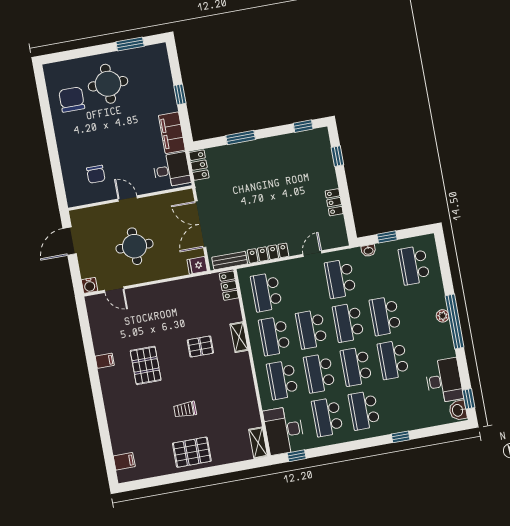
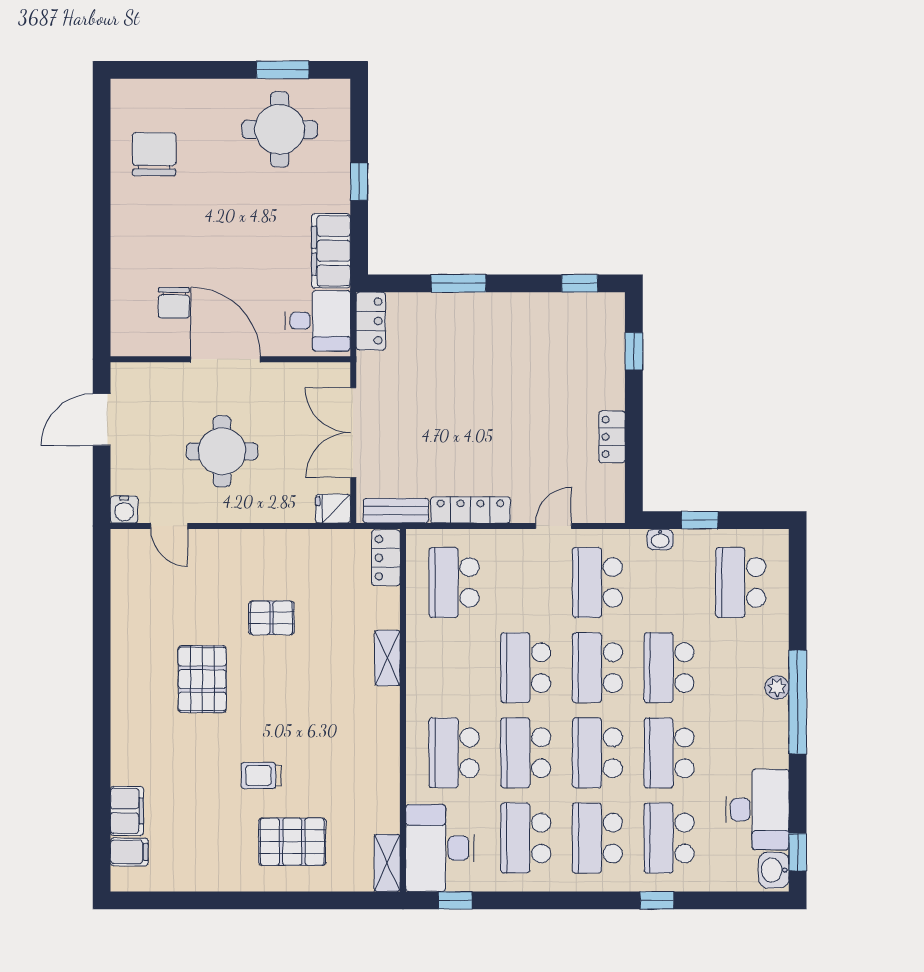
round table: (108, 84) -> (280, 129), moved
door: (128, 198) -> (225, 359), width x1.88
school desk: (274, 336) -> (669, 838), moved
pallet: (200, 346) -> (272, 618), moved
filing cabinet: (105, 361) -> (127, 811), moved, width x2.00
pallet: (192, 452) -> (292, 842), moved

